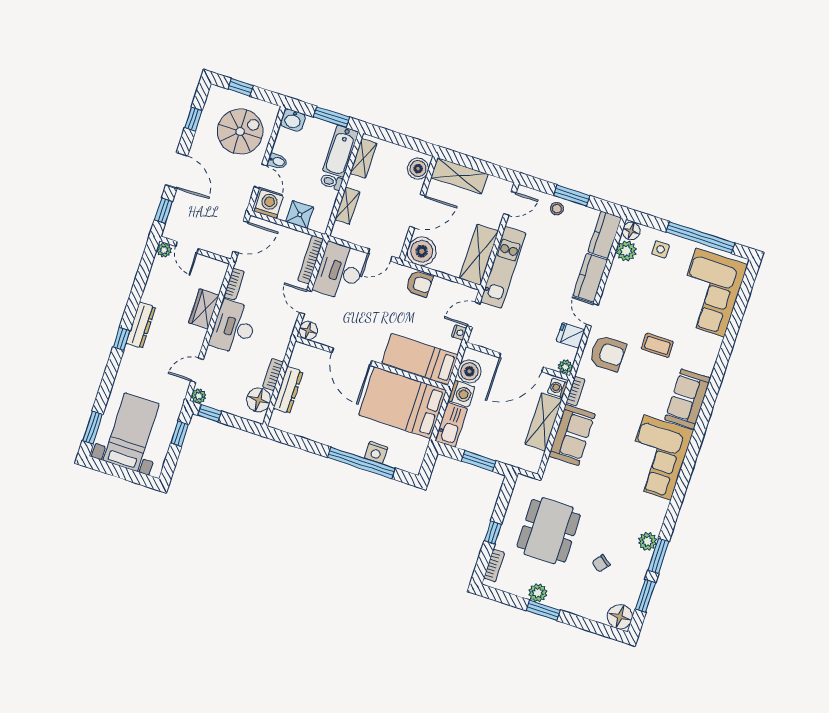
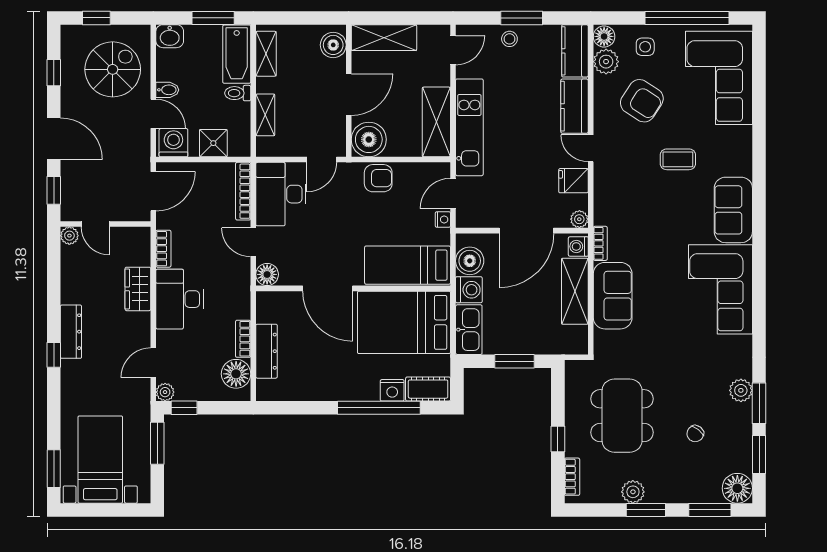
armchair: (608, 353) -> (642, 101), moved, turned 33
window: (180, 434) -> (157, 443), width x1.50
cot: (404, 461) -> (428, 389), added
window: (593, 627) -> (710, 510), added

